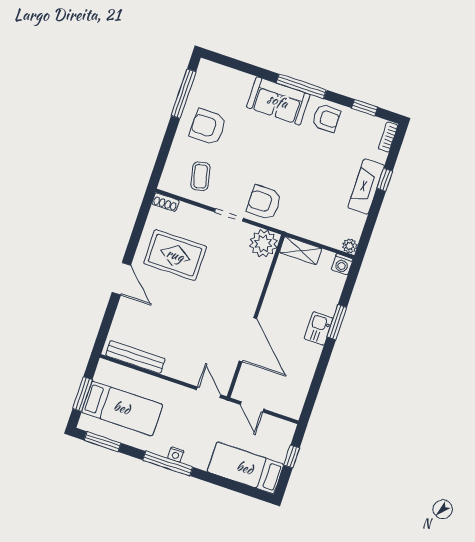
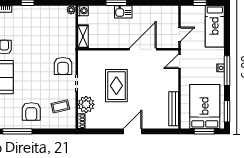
fireplace: (366, 186) -> (35, 12), removed
plant: (263, 243) -> (86, 104), moved
rug: (175, 255) -> (116, 86), moved
bed: (122, 408) -> (205, 106), width x1.50

